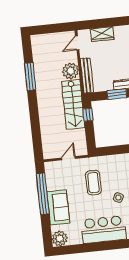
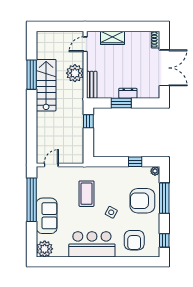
bench: (87, 75) -> (92, 85), width x0.73
stairs: (73, 104) -> (46, 85), moved, turned 180
door: (68, 158) -> (51, 165), moved

